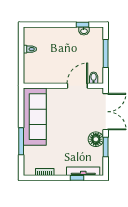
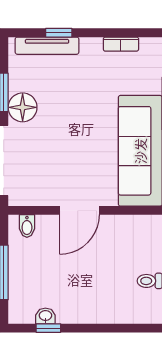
door: (77, 86) -> (79, 210), moved

